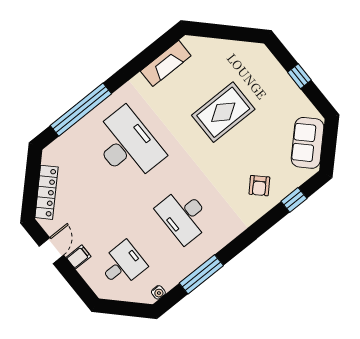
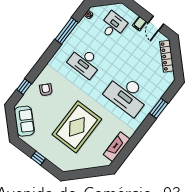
window: (81, 110) -> (159, 108), width x0.47
rug: (223, 112) -> (77, 127), width x1.37, depth x1.44
desk: (184, 215) -> (85, 62), turned 180
desk: (123, 265) -> (113, 25), turned 180

